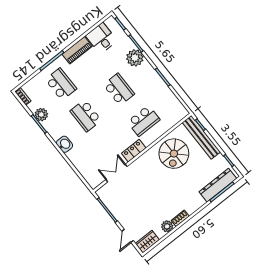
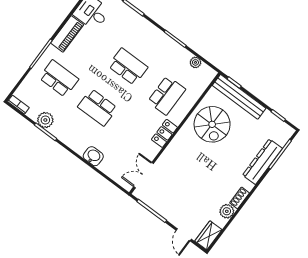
plant: (135, 58) -> (195, 62), moved, width x0.53, depth x0.53
washbasin: (64, 144) -> (93, 156), moved
double door: (117, 173) -> (144, 175), moved
dresser: (218, 185) -> (262, 162), moved

